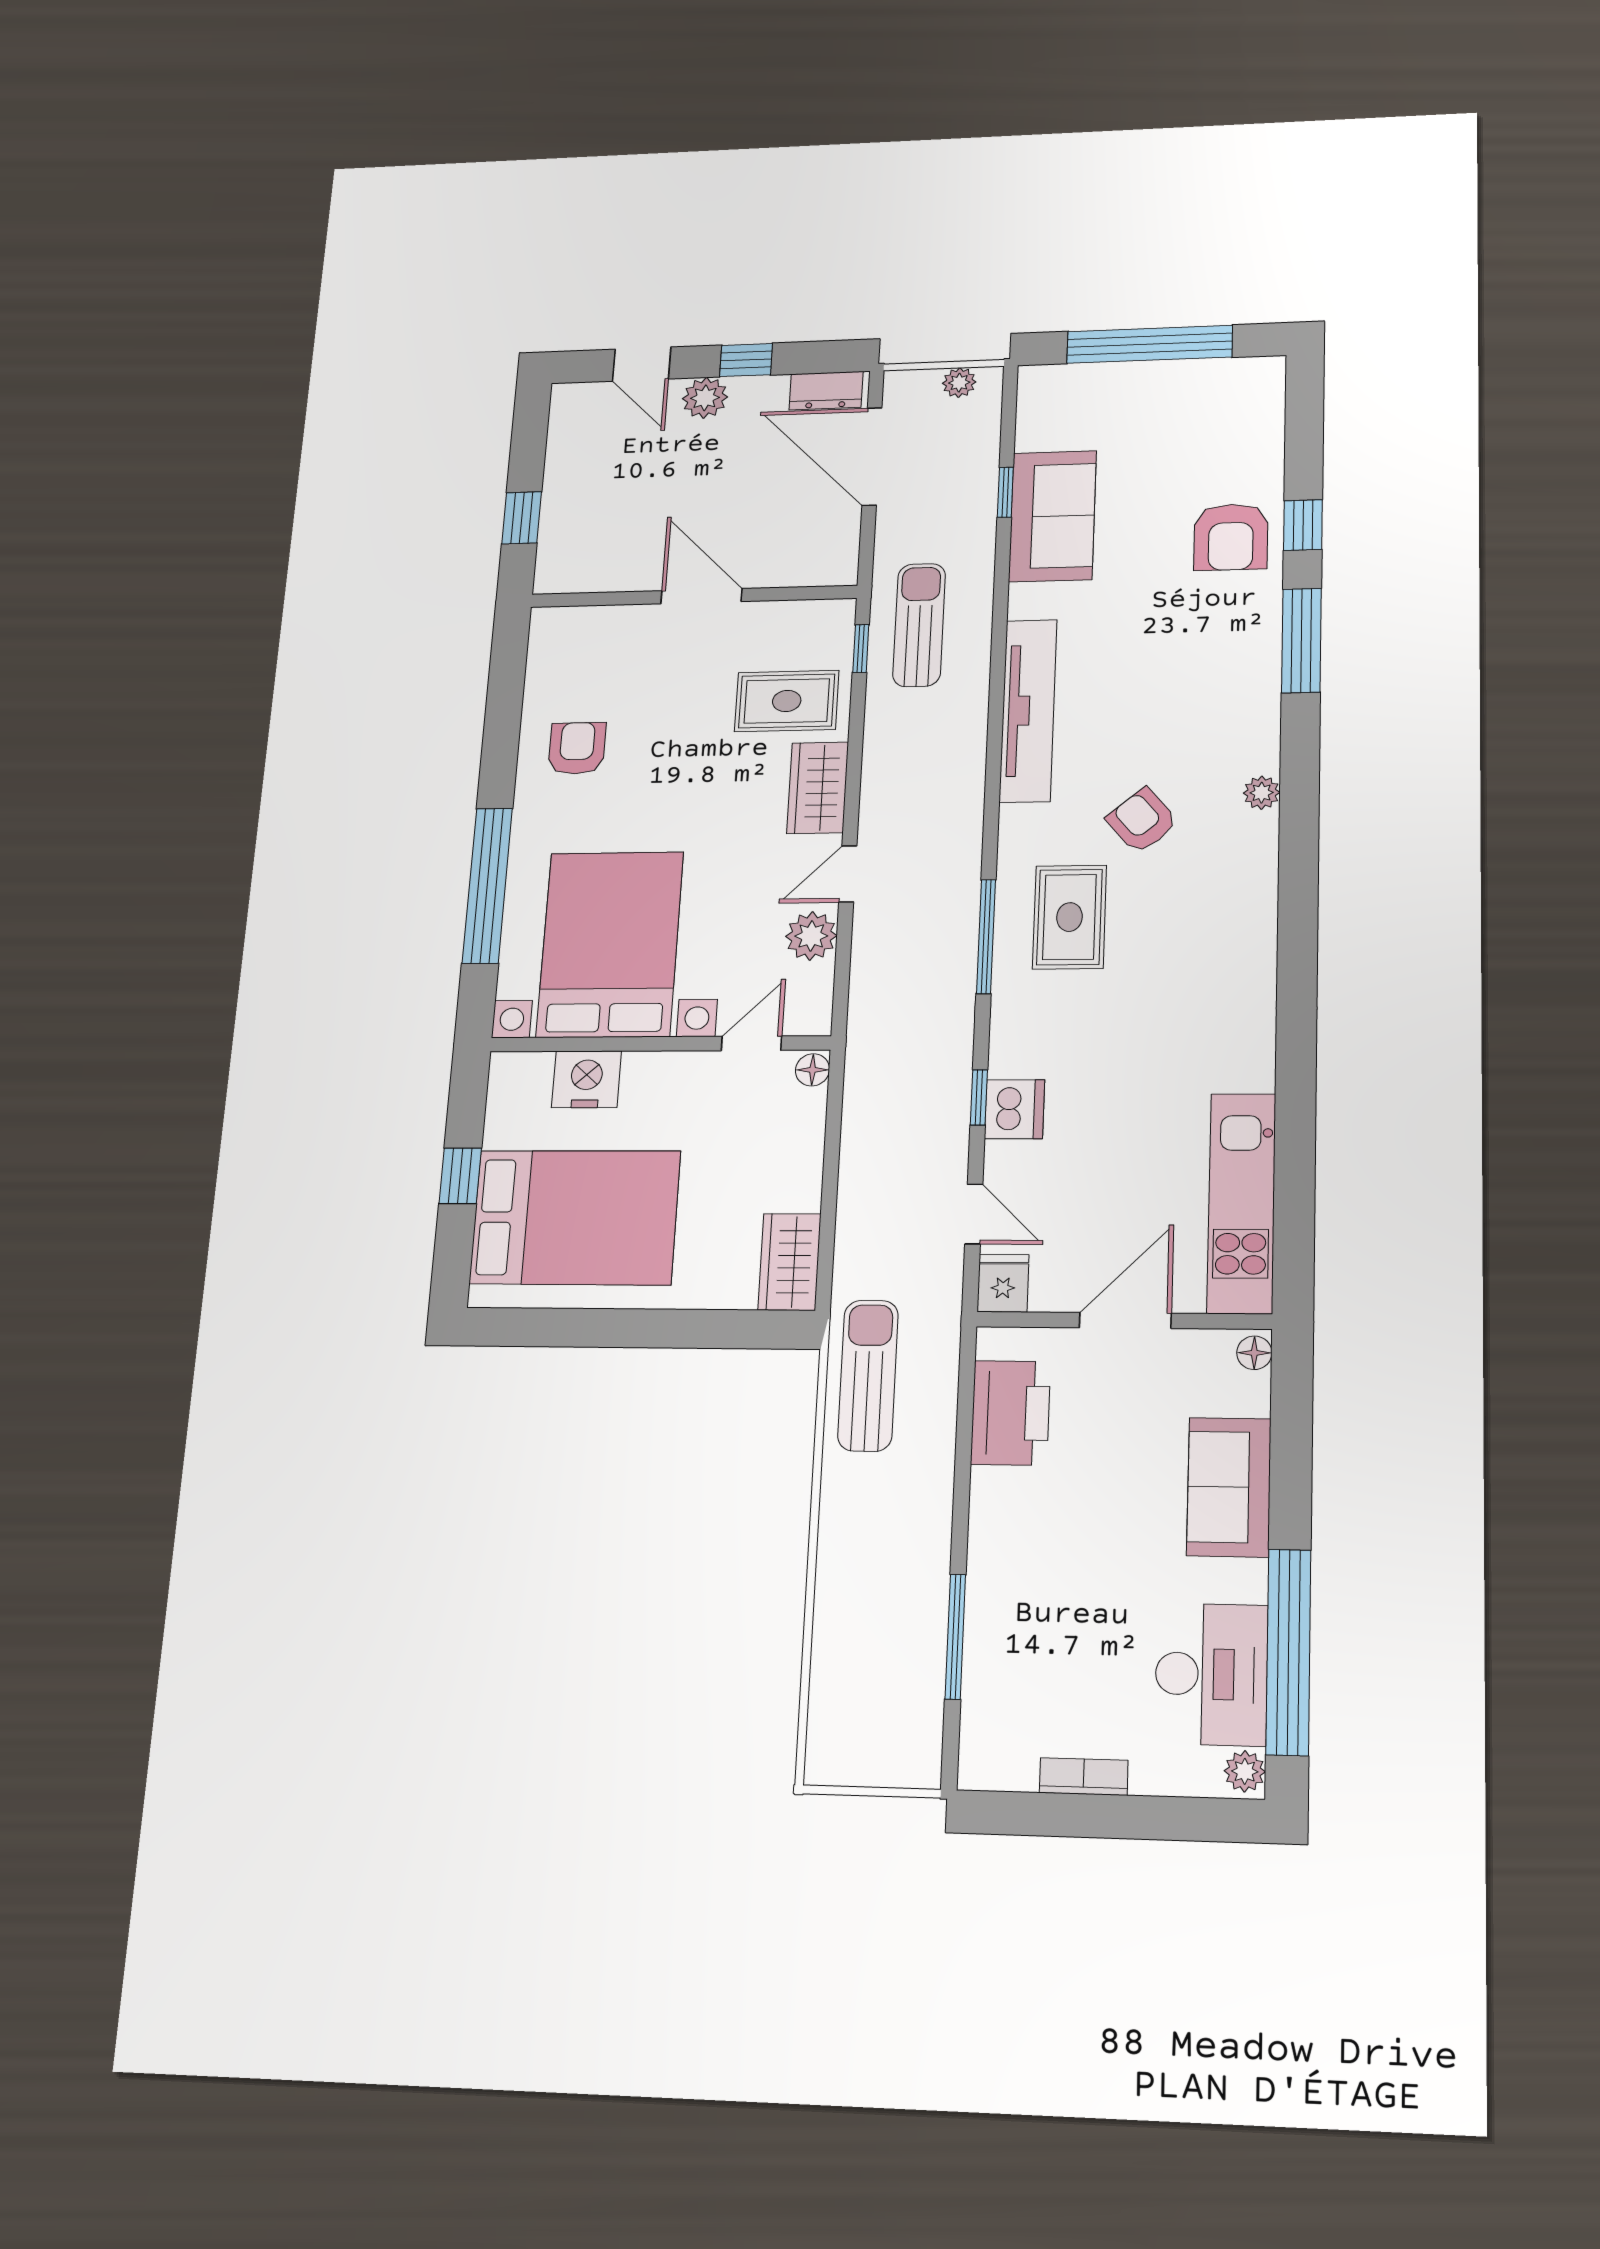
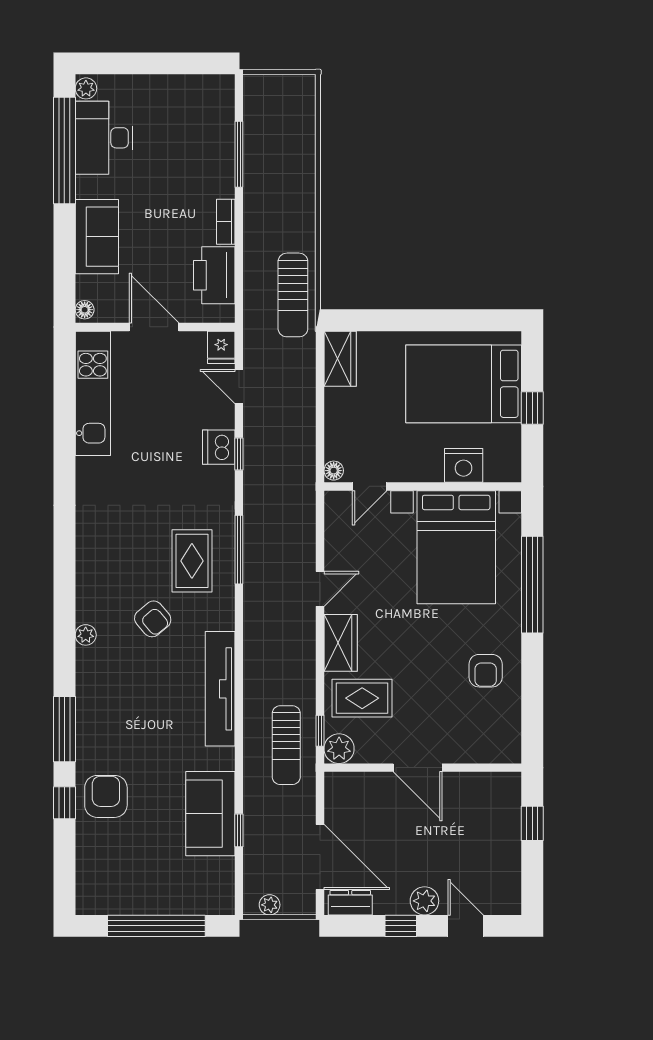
plant: (811, 936) -> (339, 749), moved
door: (1125, 1320) -> (154, 327), swing flipped
bookcase: (1084, 1777) -> (226, 222), moved, turned 90

